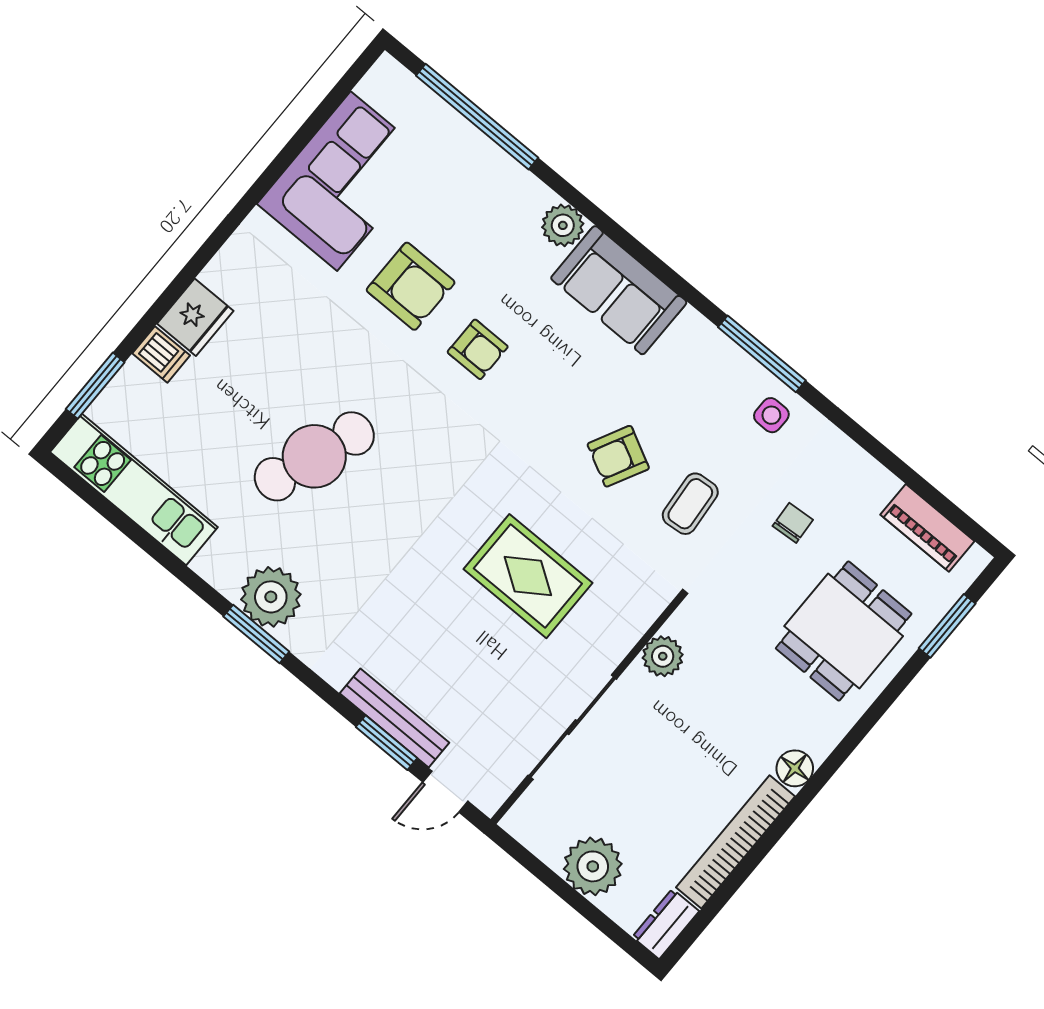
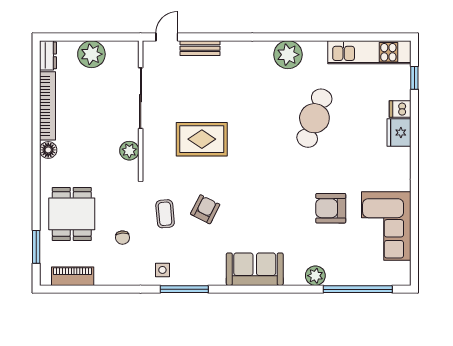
plant: (563, 225) -> (315, 276), moved
armchair: (478, 349) -> (288, 206), removed
window: (95, 386) -> (414, 78), width x0.67
window: (256, 634) -> (282, 37), removed
bench: (394, 718) -> (200, 48), width x0.73
window: (387, 743) -> (203, 37), removed

